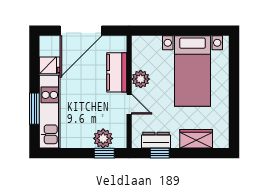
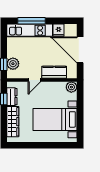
plant: (141, 79) -> (71, 87), moved
window: (34, 109) -> (32, 21), width x1.44
wardrobe: (196, 139) -> (13, 122), width x1.50

